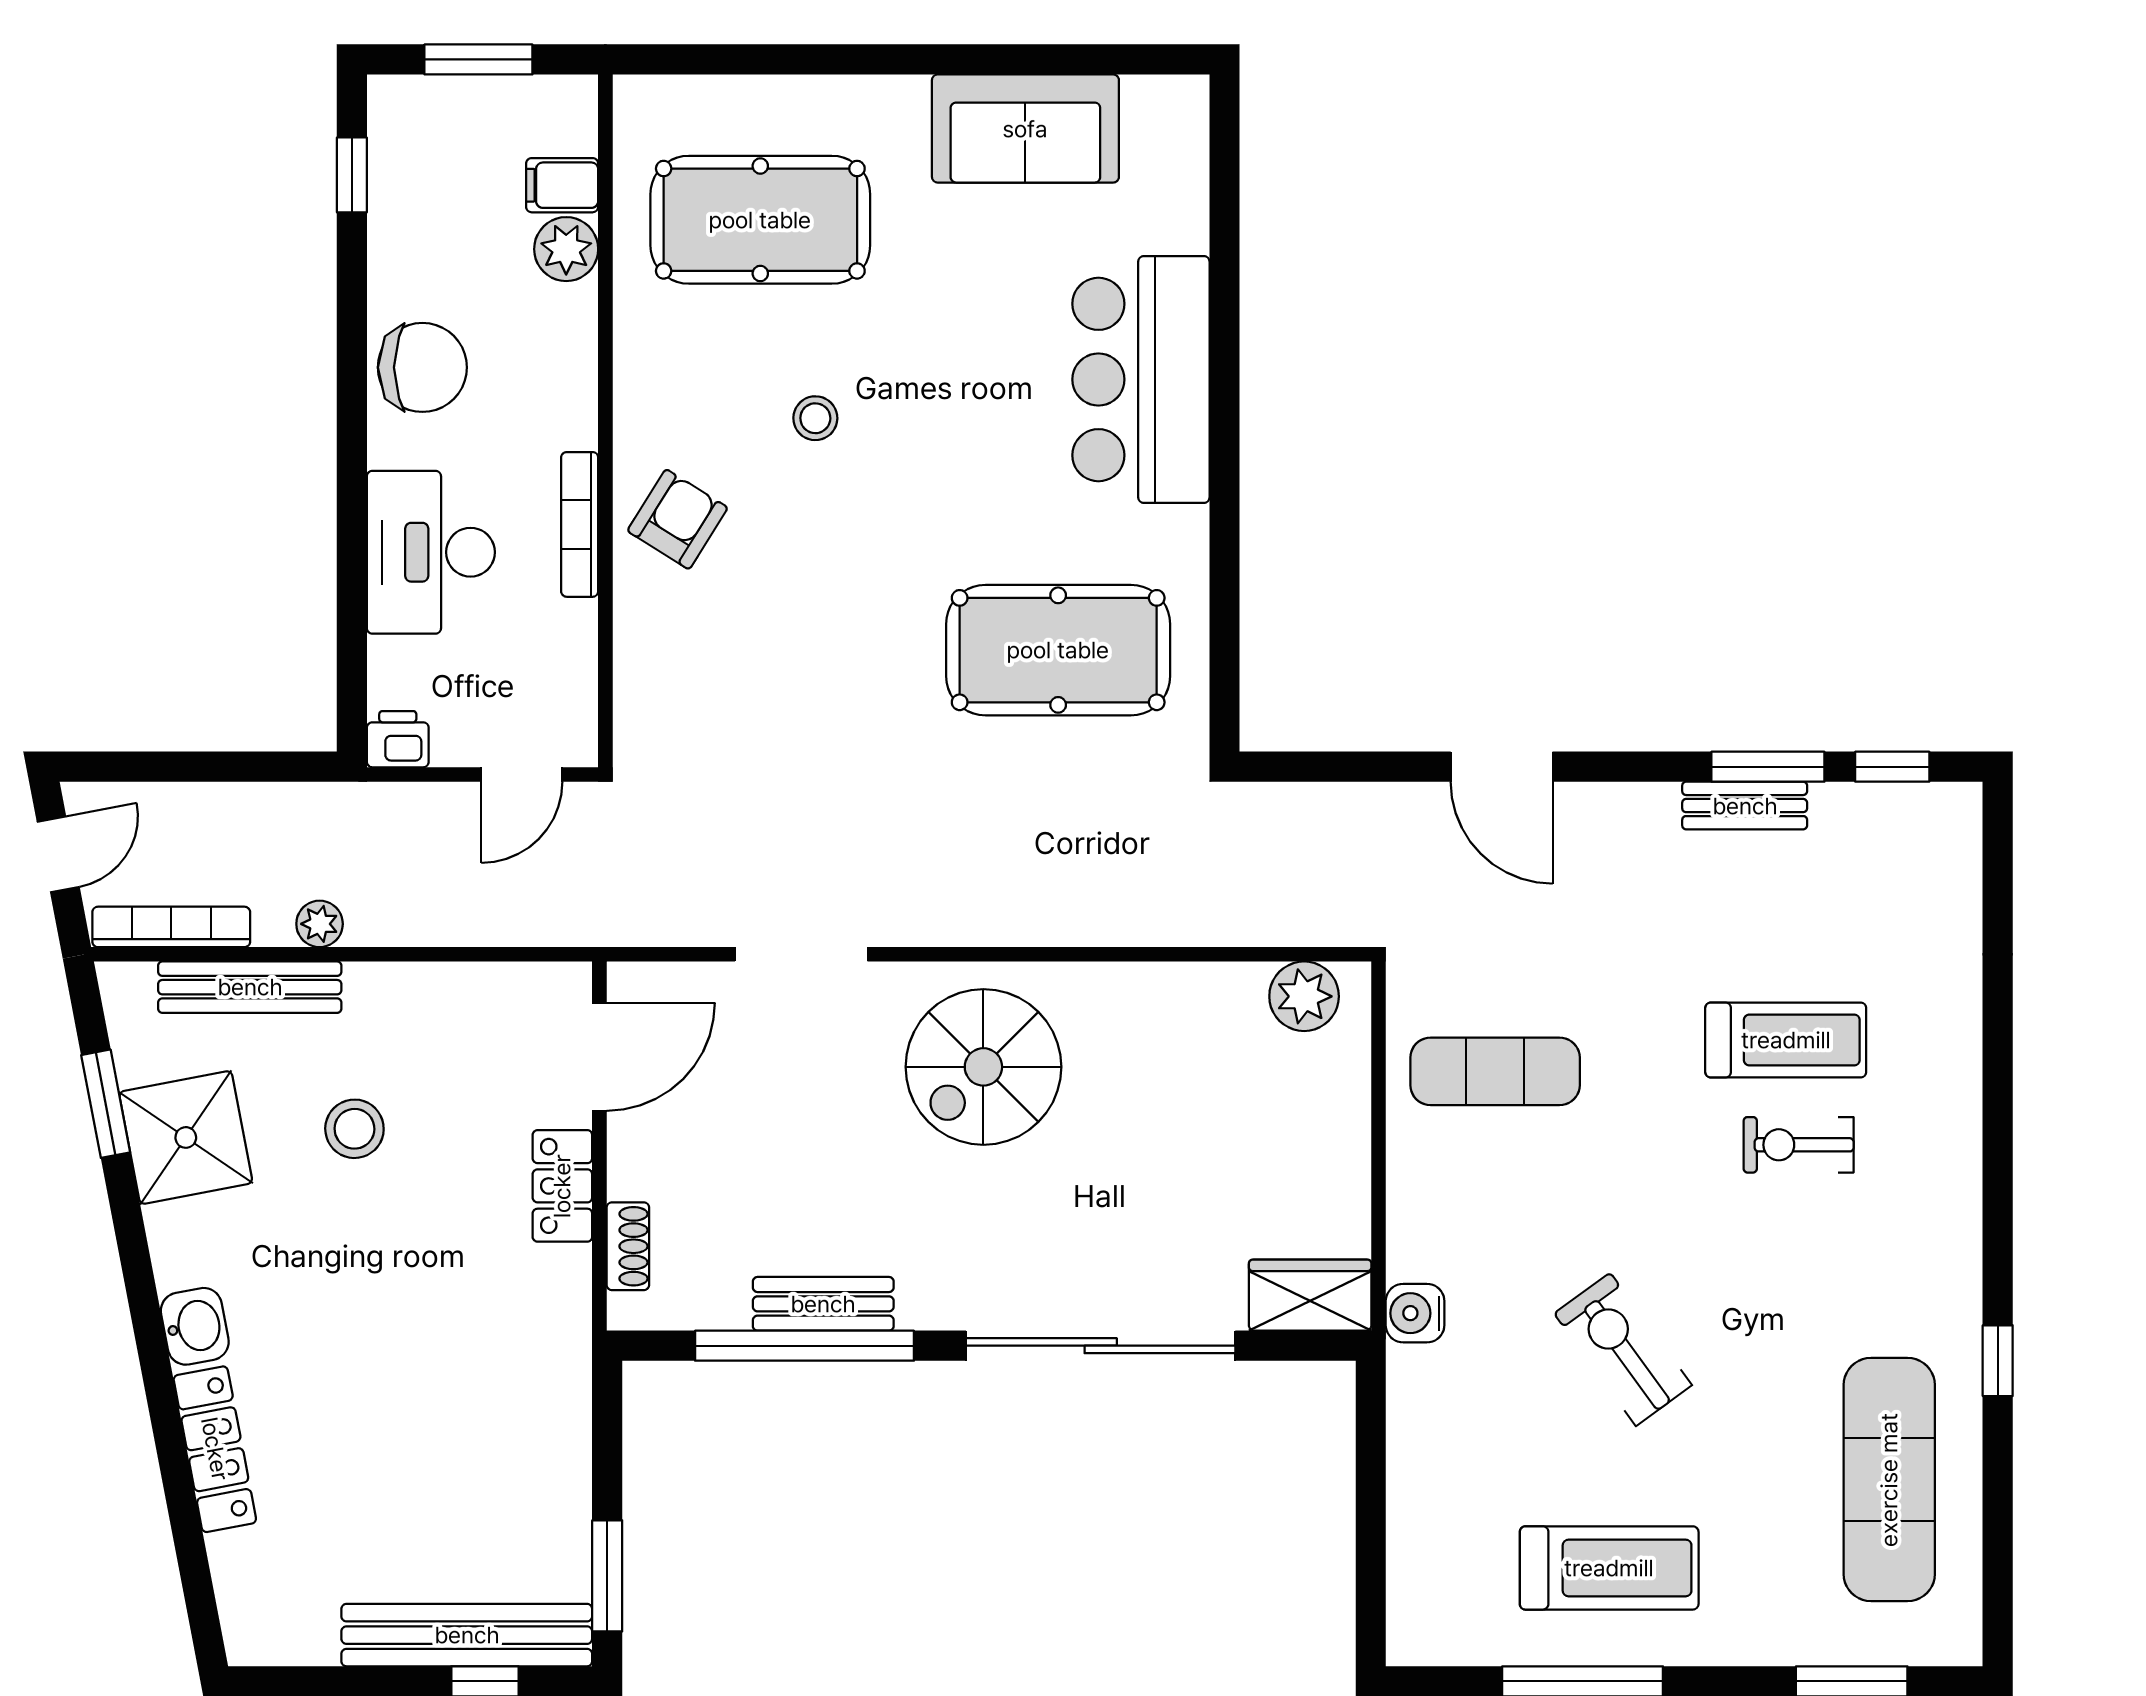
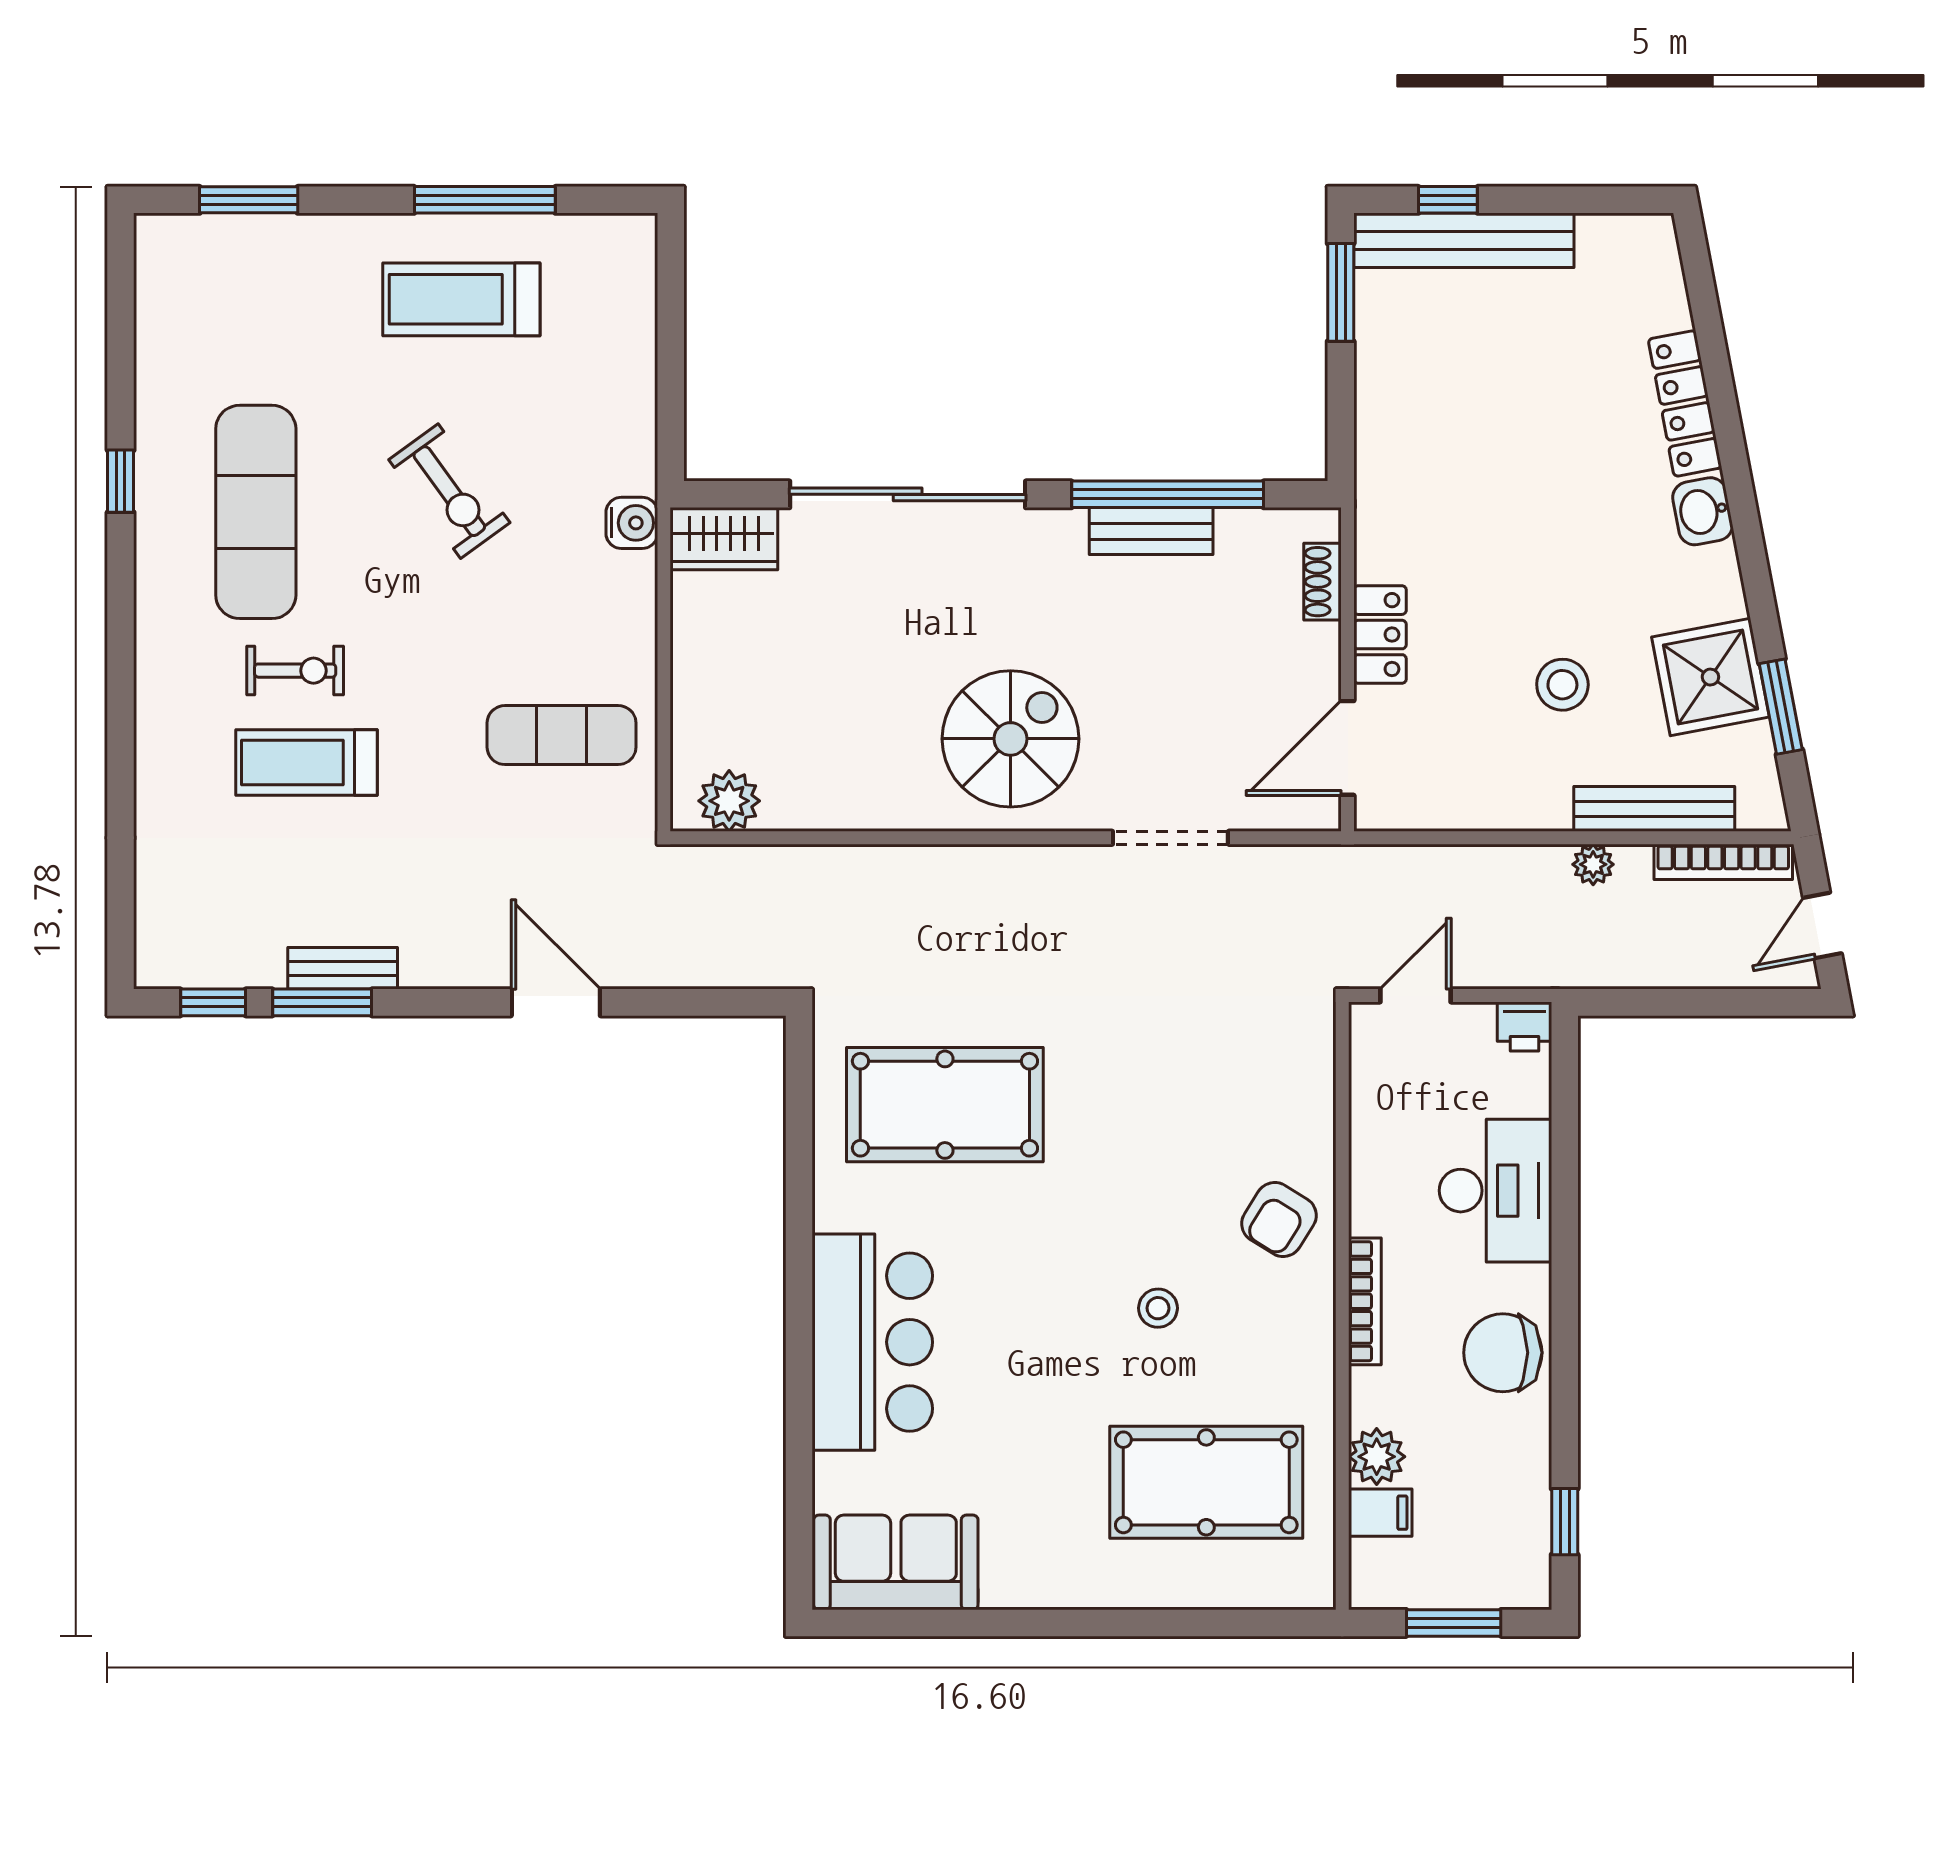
sofa: (1025, 129) -> (896, 1562), moved
bookcase: (580, 524) -> (1365, 1301), moved
exercise mat: (1889, 1480) -> (256, 512), moved

